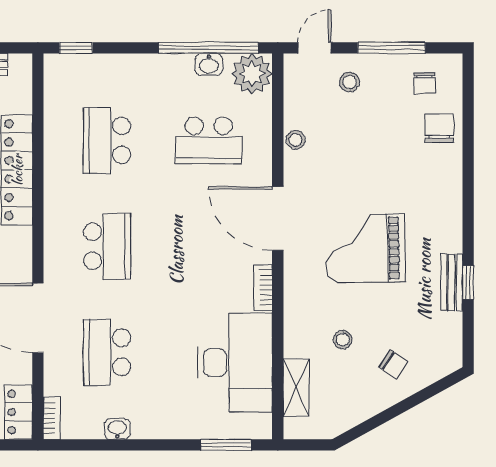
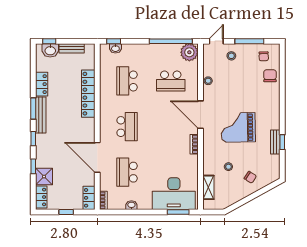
washbasin: (209, 64) -> (115, 48), moved
desk: (235, 363) -> (174, 194), moved, turned 90

